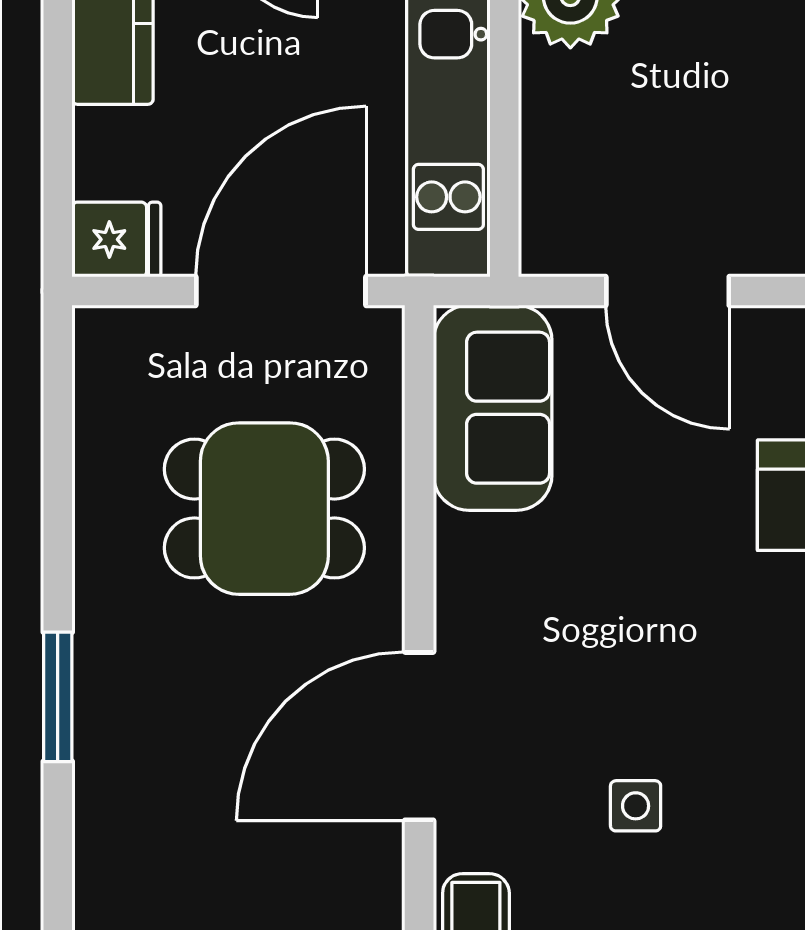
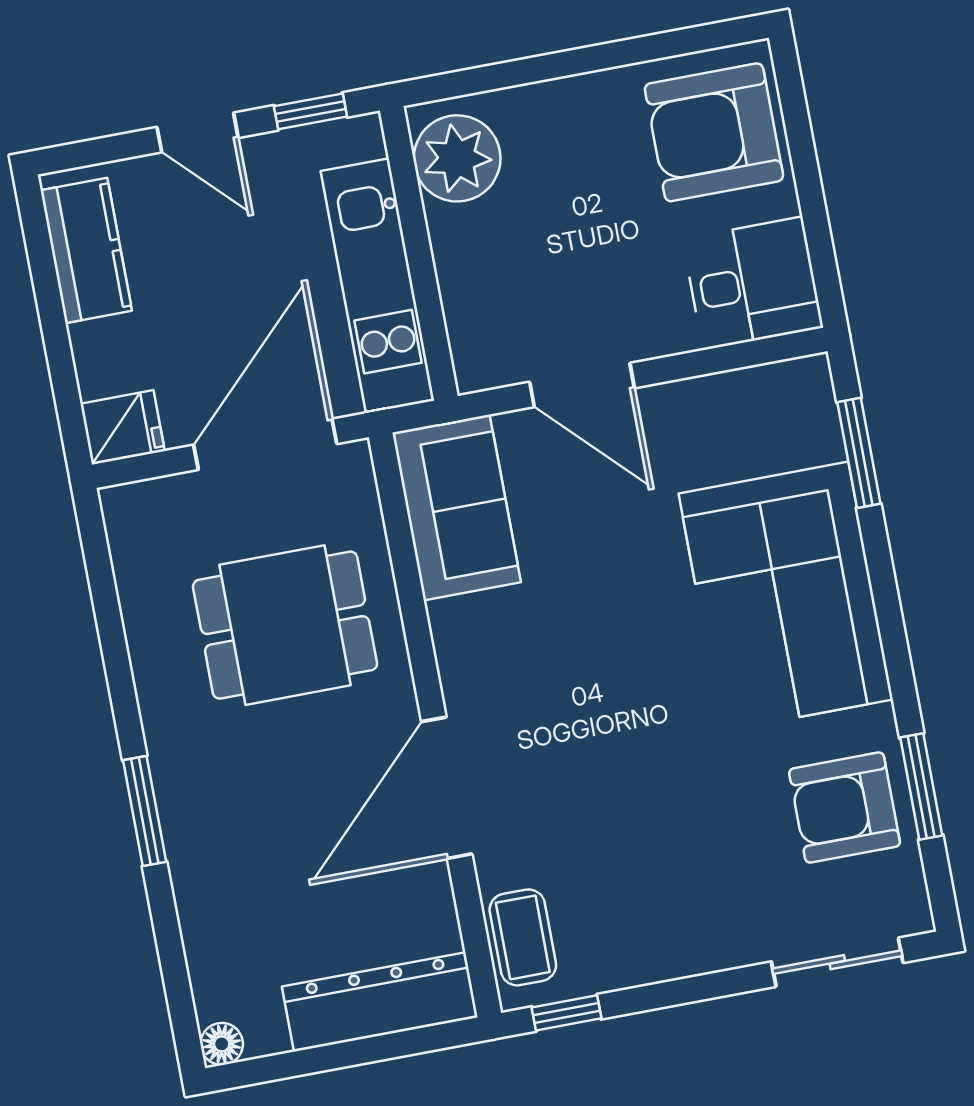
side table: (636, 806) -> (635, 812), removed

